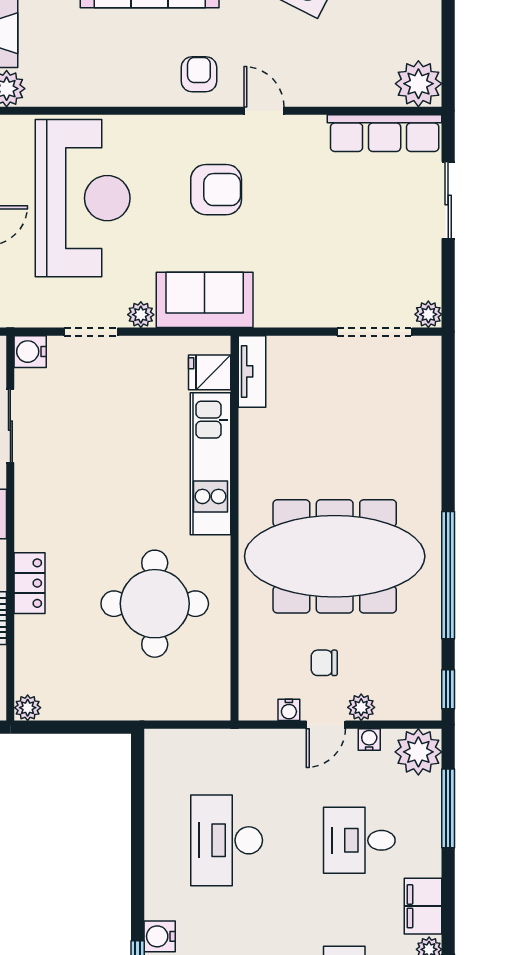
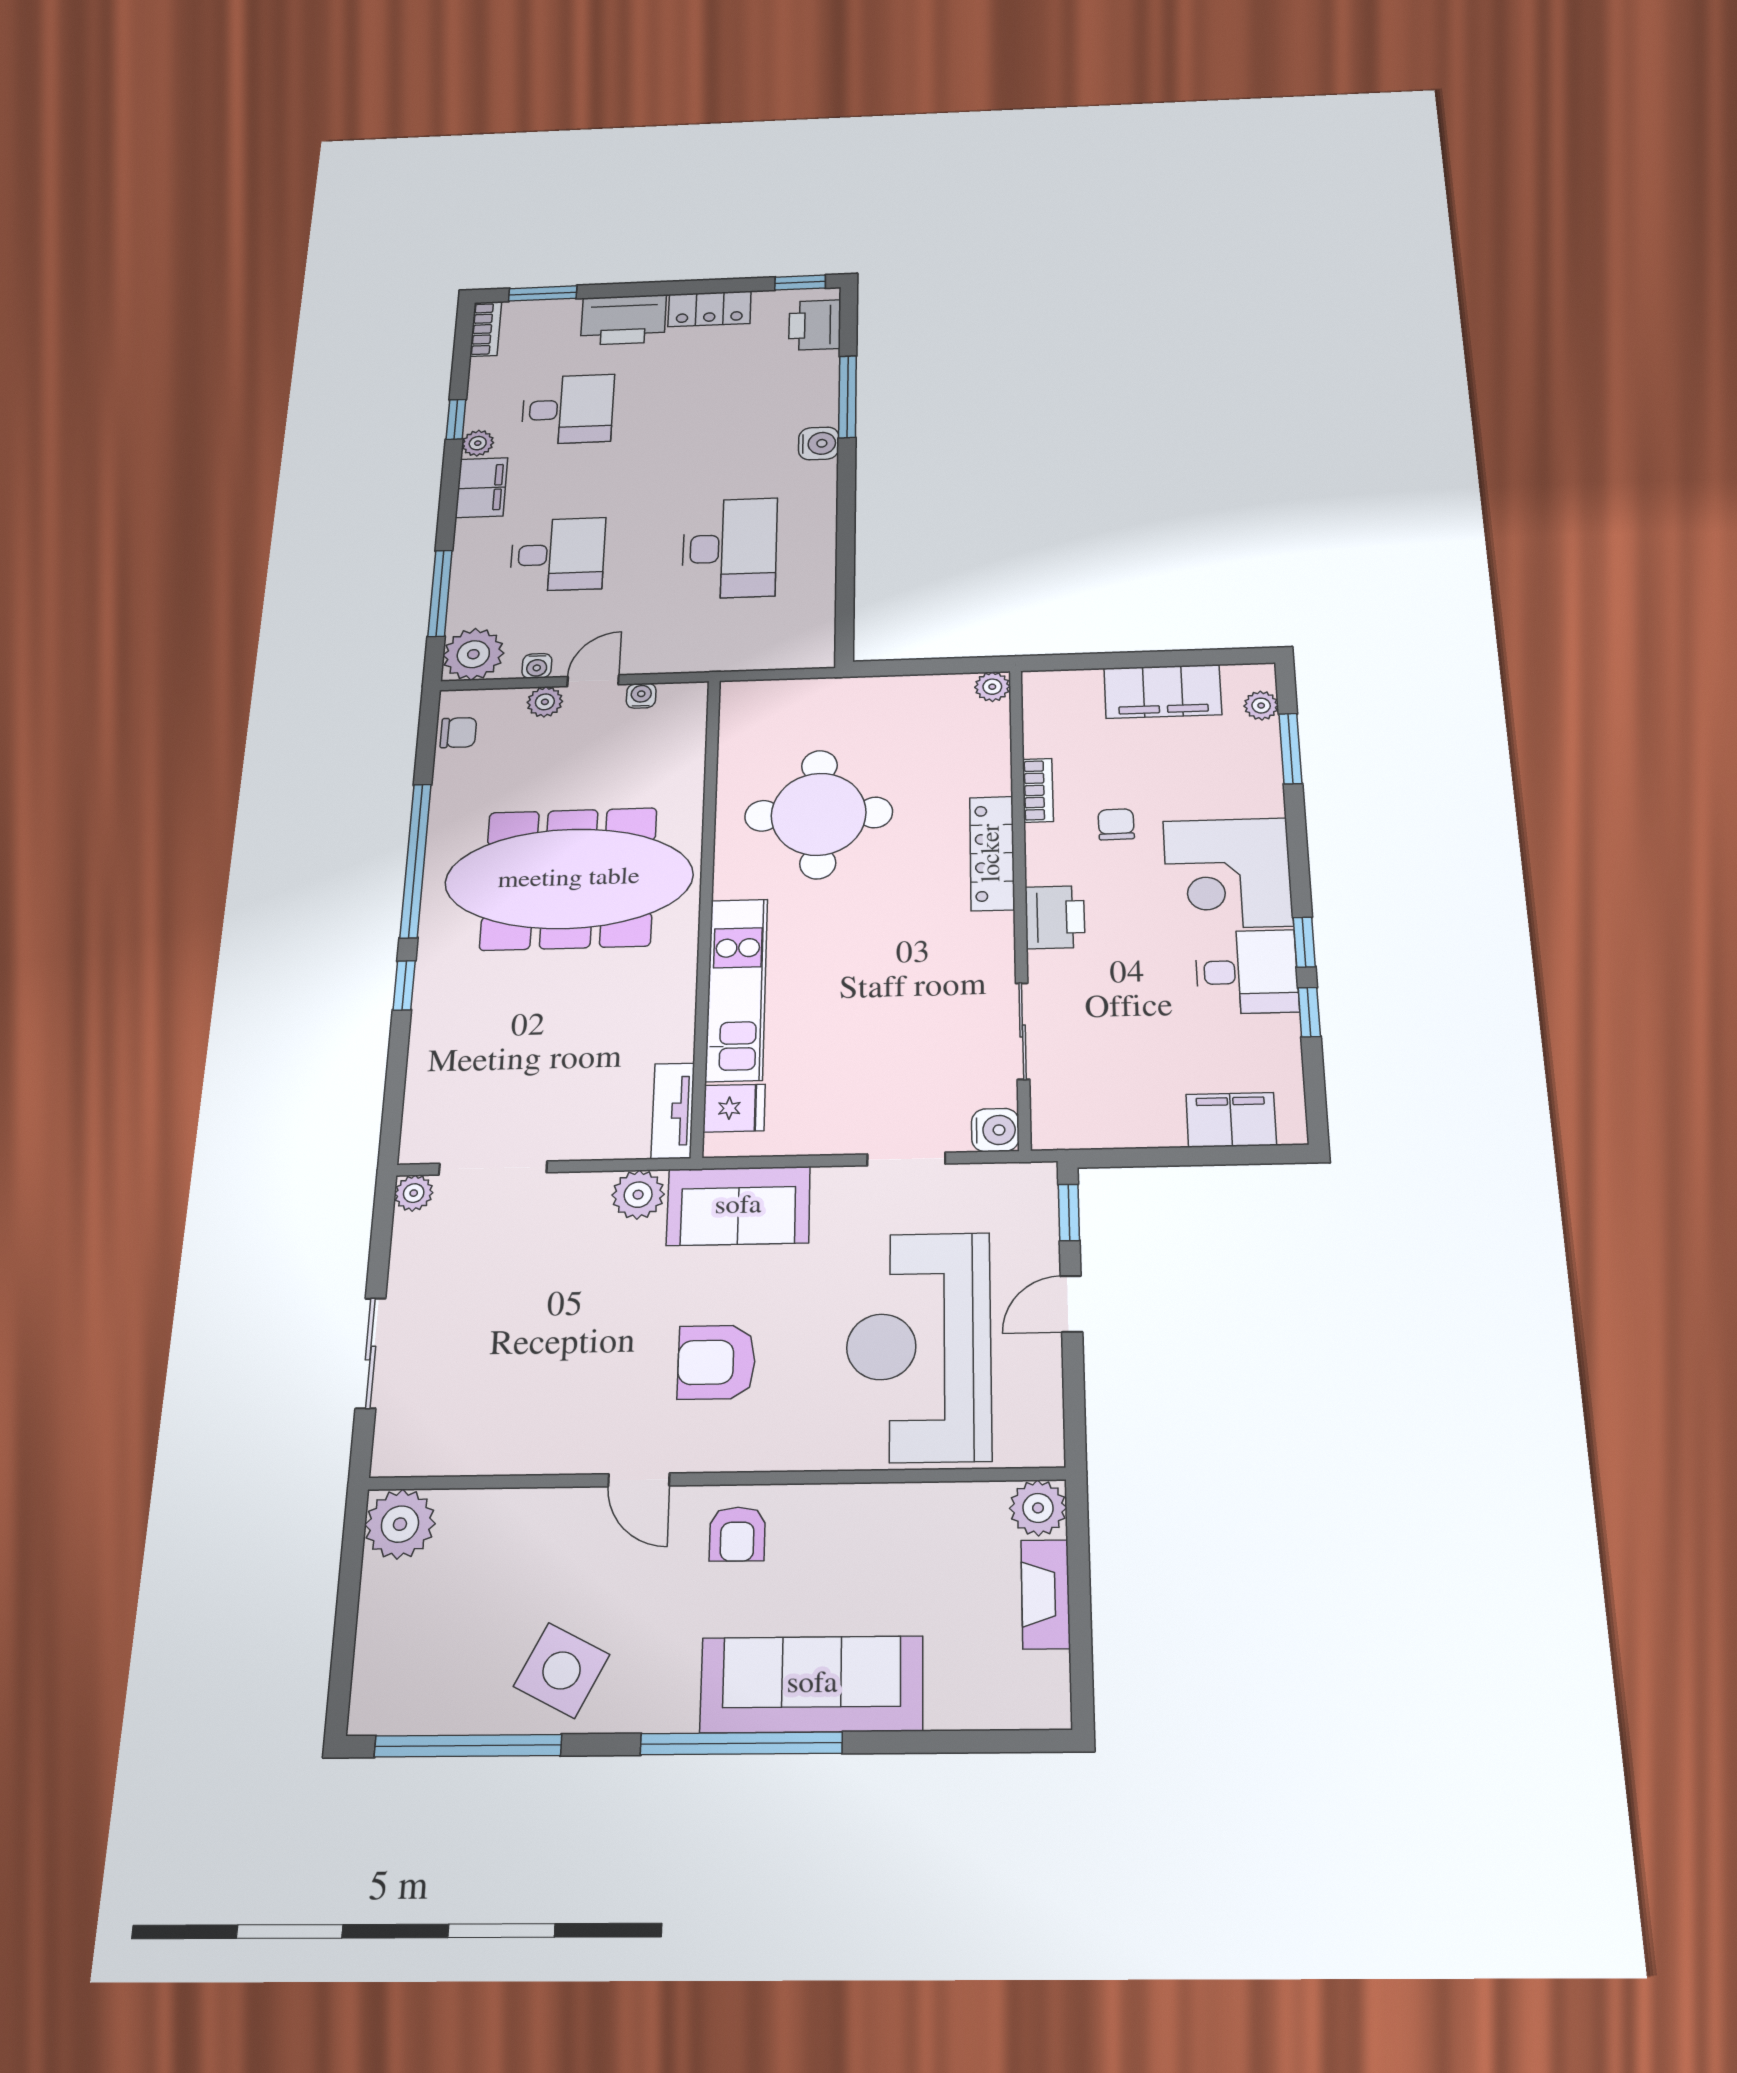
row of seats: (385, 133) -> (457, 1449), removed
plant: (141, 315) -> (638, 1195), moved, width x1.38, depth x1.38
locker: (30, 583) -> (992, 853), width x1.53
chair: (324, 663) -> (458, 733), moved
window: (448, 689) -> (404, 985), moved

